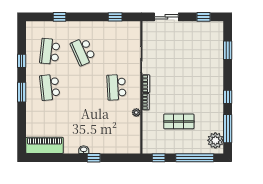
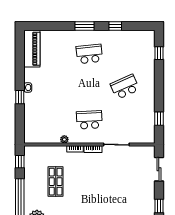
window: (59, 17) -> (159, 53), moved
school desk: (50, 51) -> (125, 54), removed

